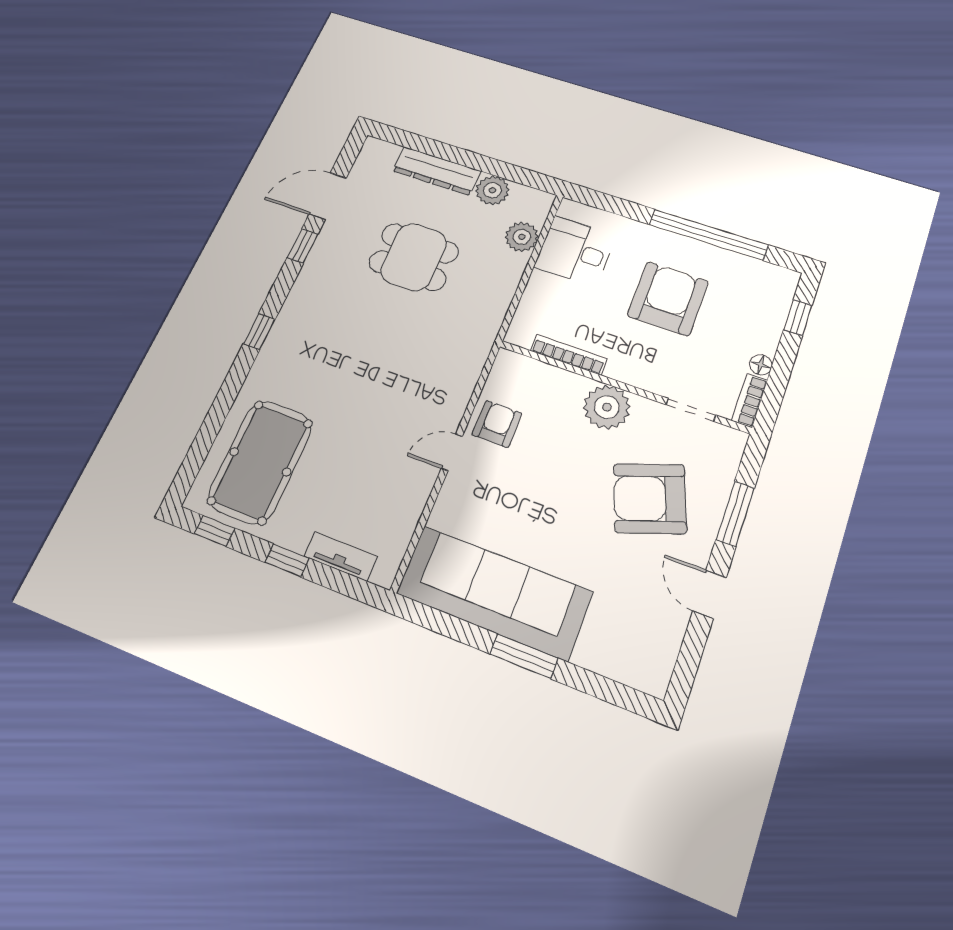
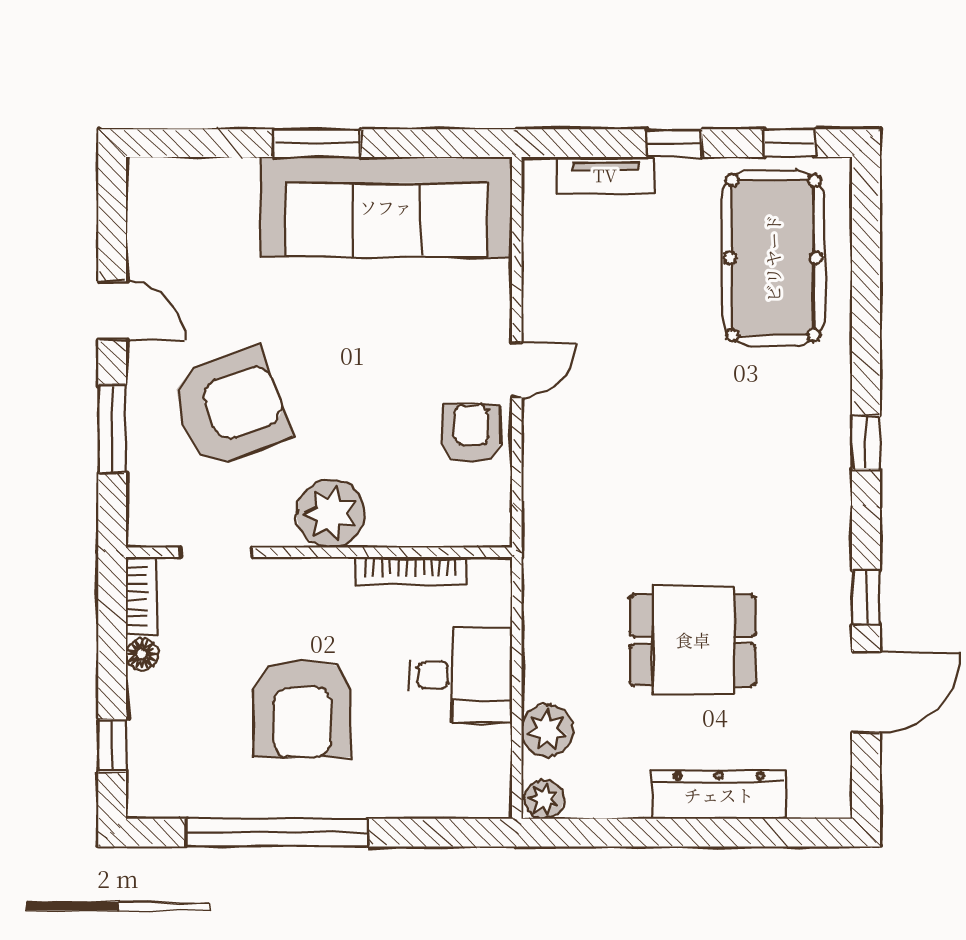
plant: (492, 190) -> (544, 799), moved, width x0.73, depth x0.73
desk: (575, 251) -> (461, 675), moved
armchair: (497, 424) -> (471, 433), turned 180

